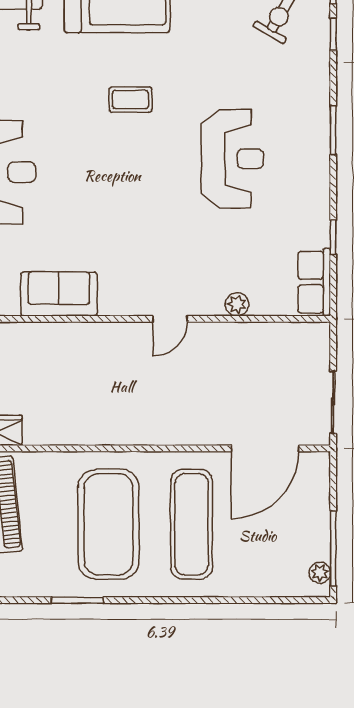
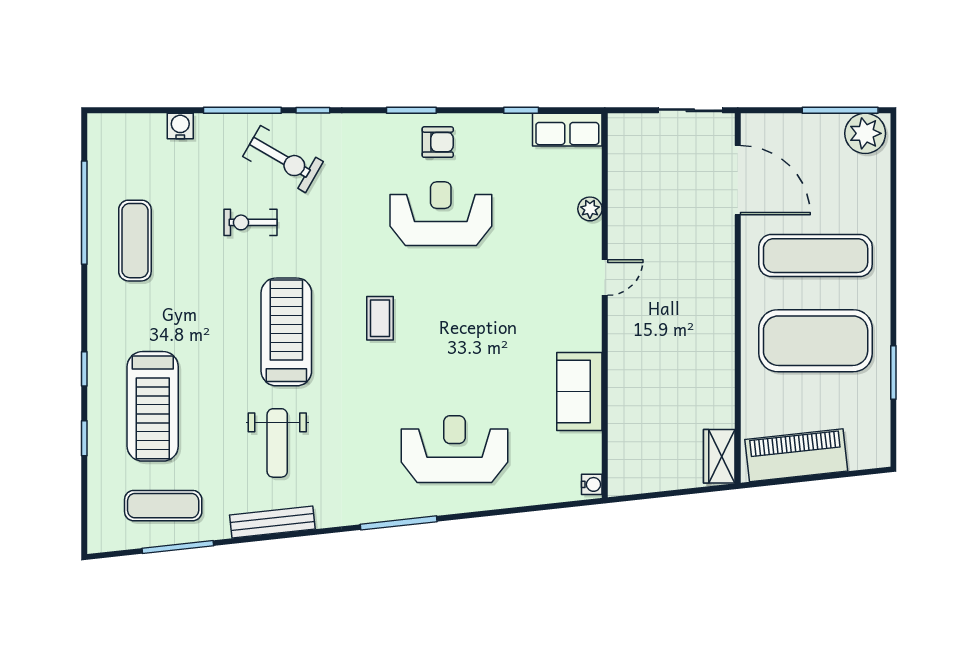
armchair: (302, 156) -> (438, 142), added
door: (170, 319) -> (605, 278), hinge flipped
plant: (320, 573) -> (865, 133), width x1.87, depth x1.87

